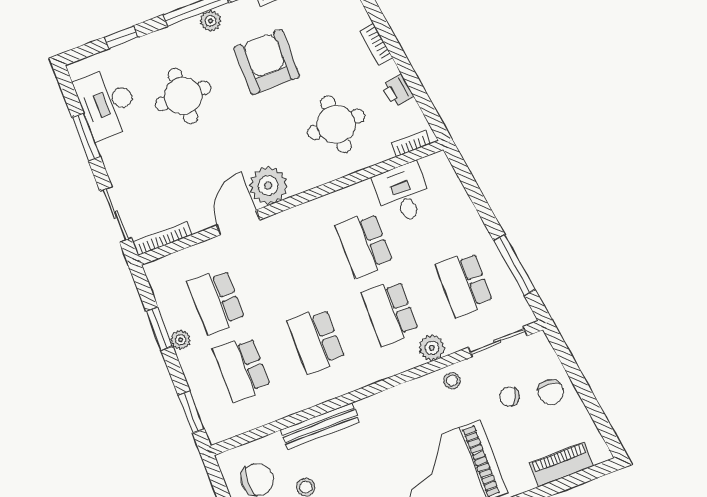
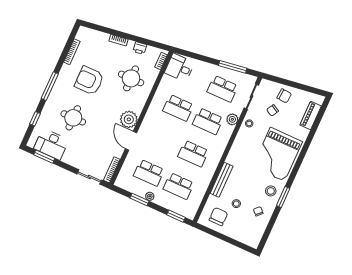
plant: (211, 21) -> (58, 85), removed
window: (86, 137) -> (44, 157), moved
desk: (403, 193) -> (179, 68), moved

